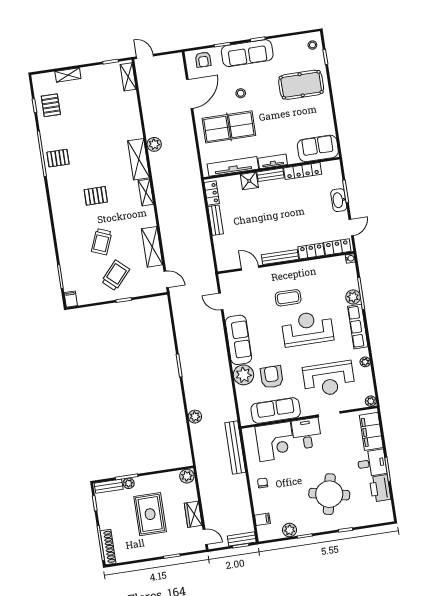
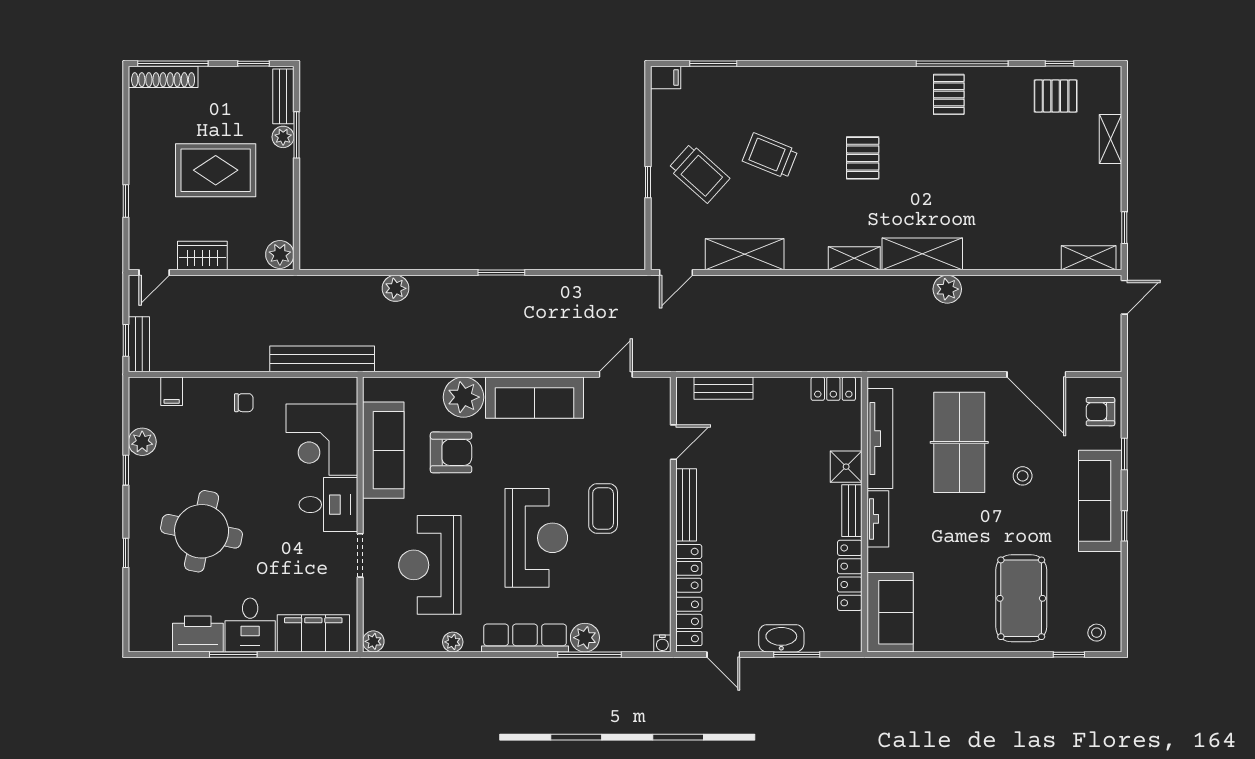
bench: (216, 220) -> (724, 388), moved

